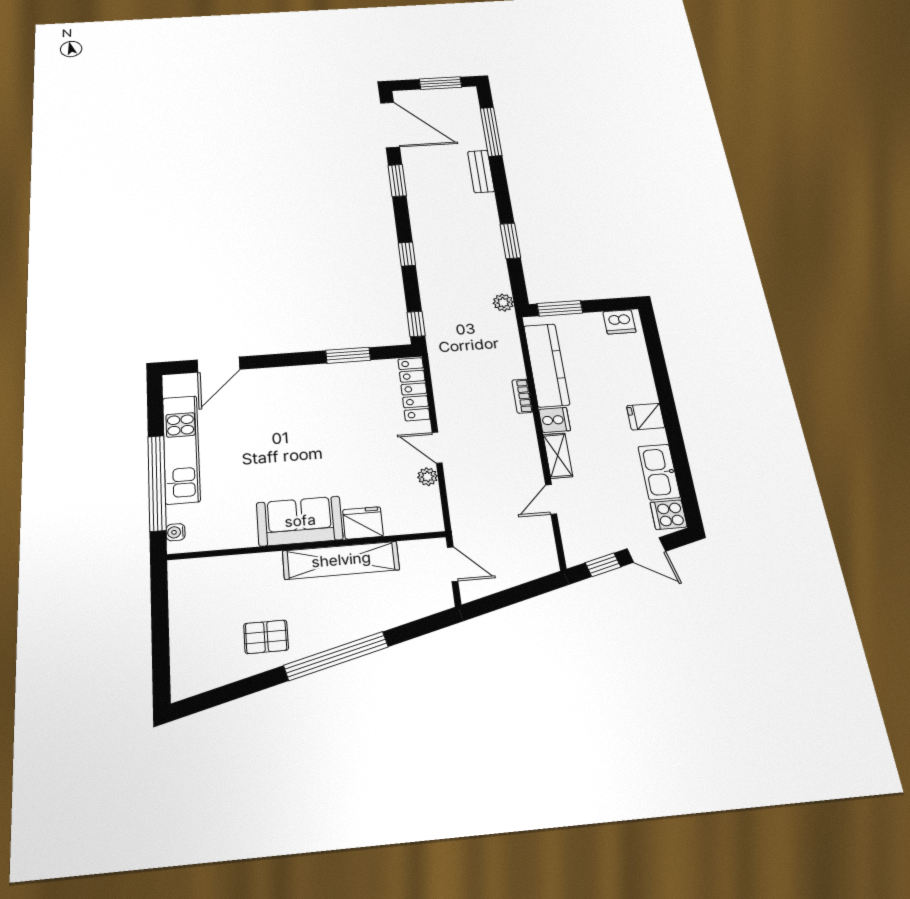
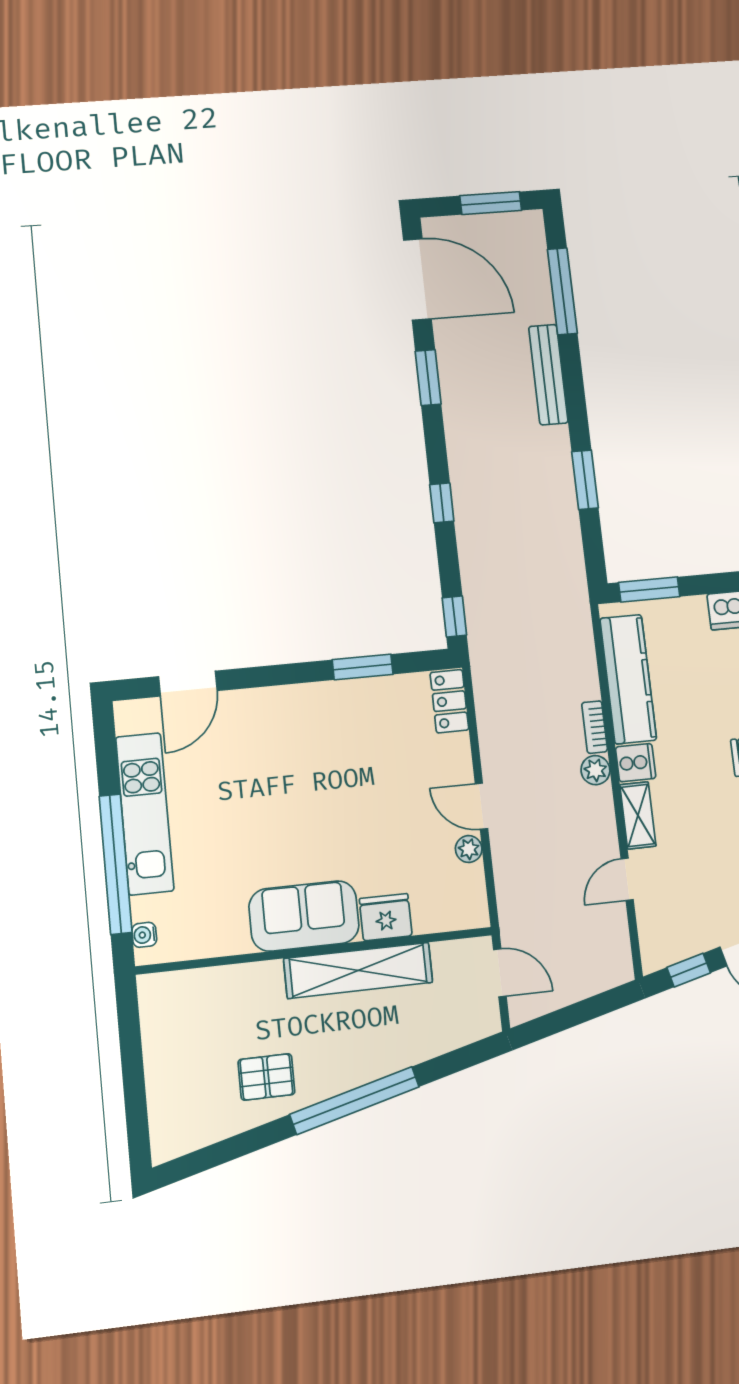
bench: (481, 171) -> (548, 375), width x1.36
plant: (503, 303) -> (595, 770), moved
locker: (414, 389) -> (449, 701), width x0.66

